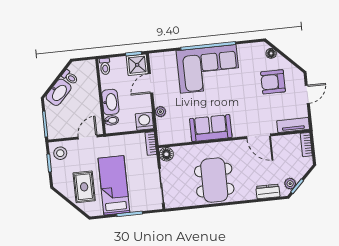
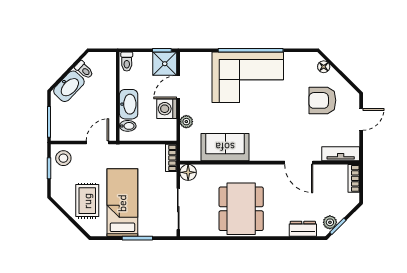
washing machine: (144, 121) -> (167, 109), moved, turned -90
sofa: (211, 128) -> (225, 147), moved

